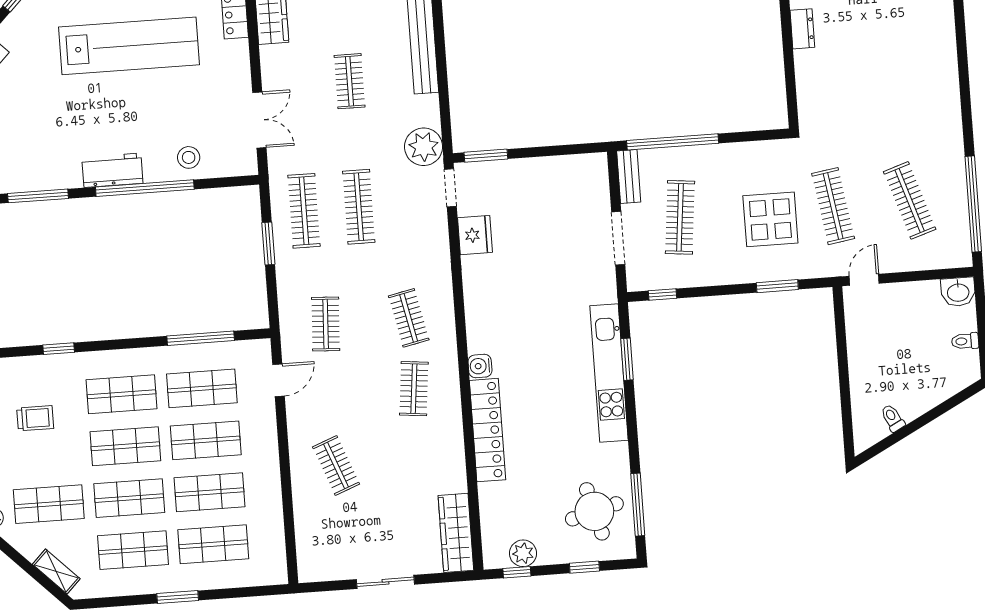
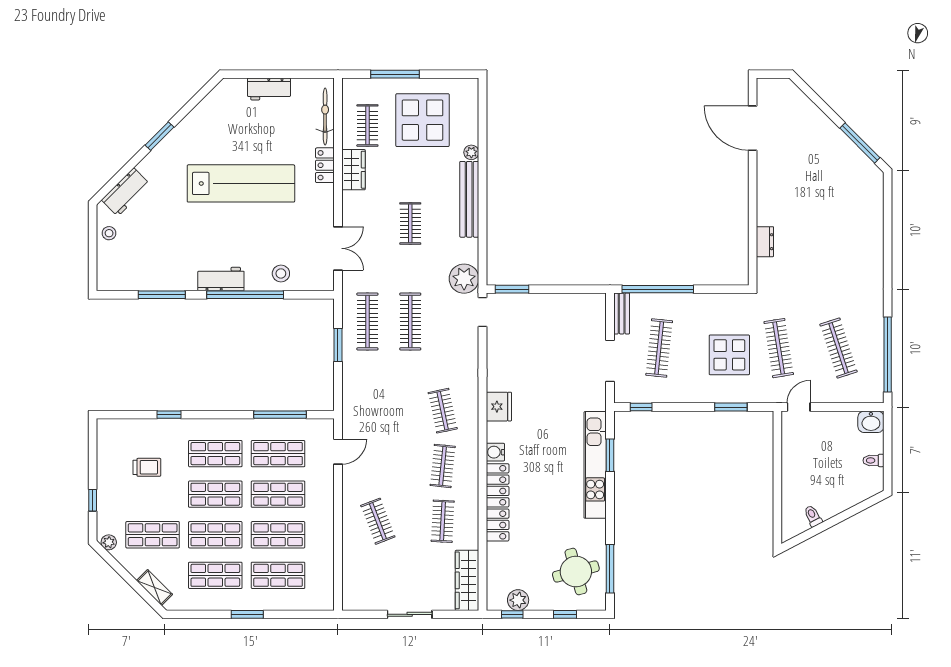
dresser: (802, 29) -> (765, 242), moved
fridge: (475, 235) -> (499, 407), moved
clothes rail: (326, 324) -> (443, 521), moved

